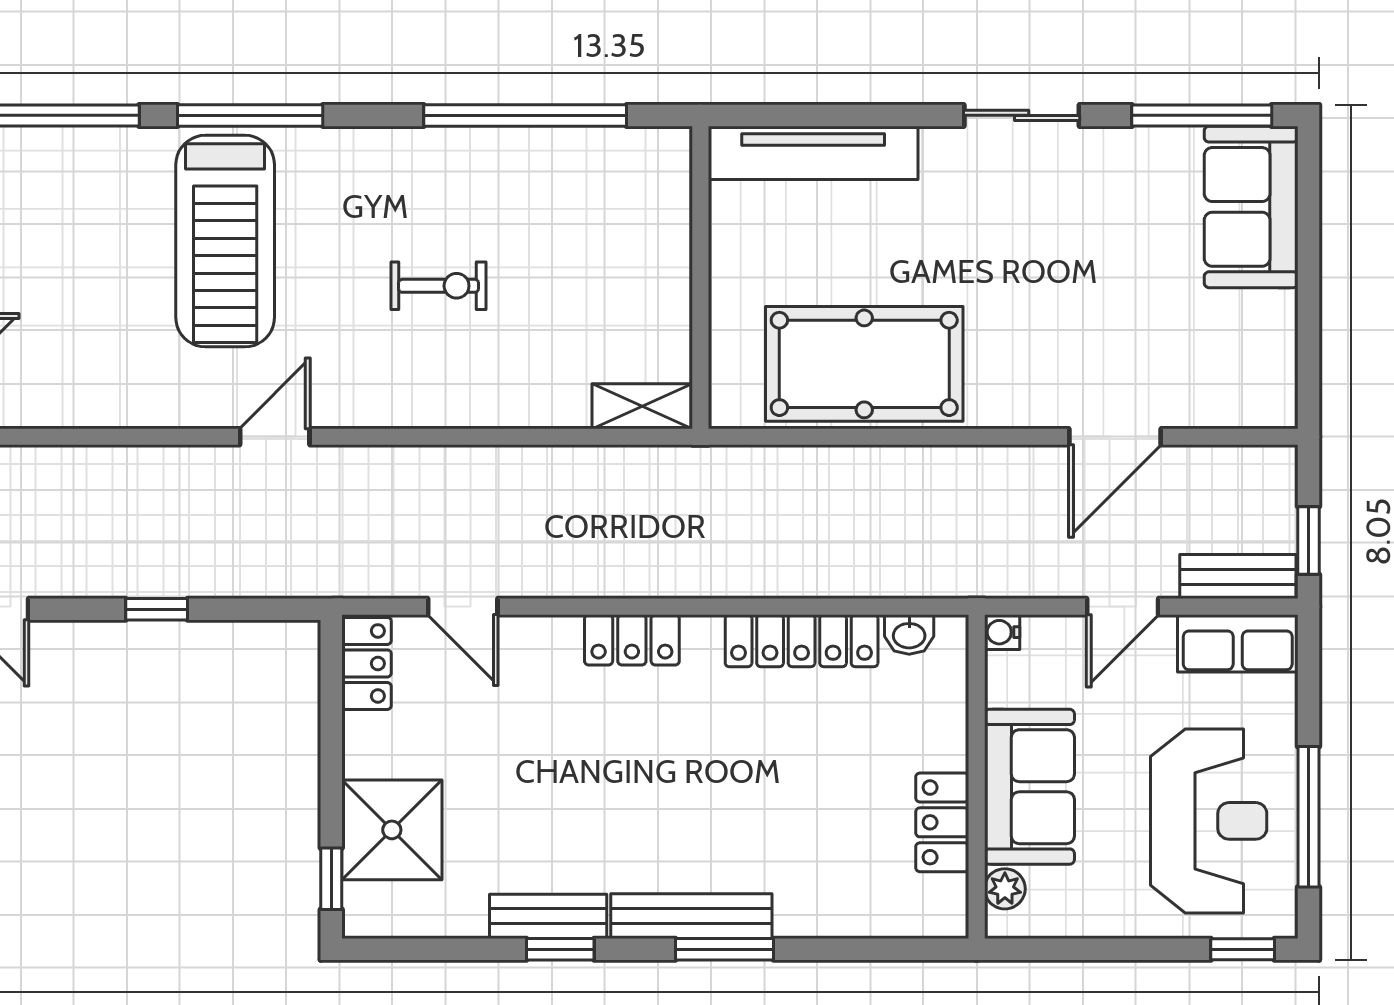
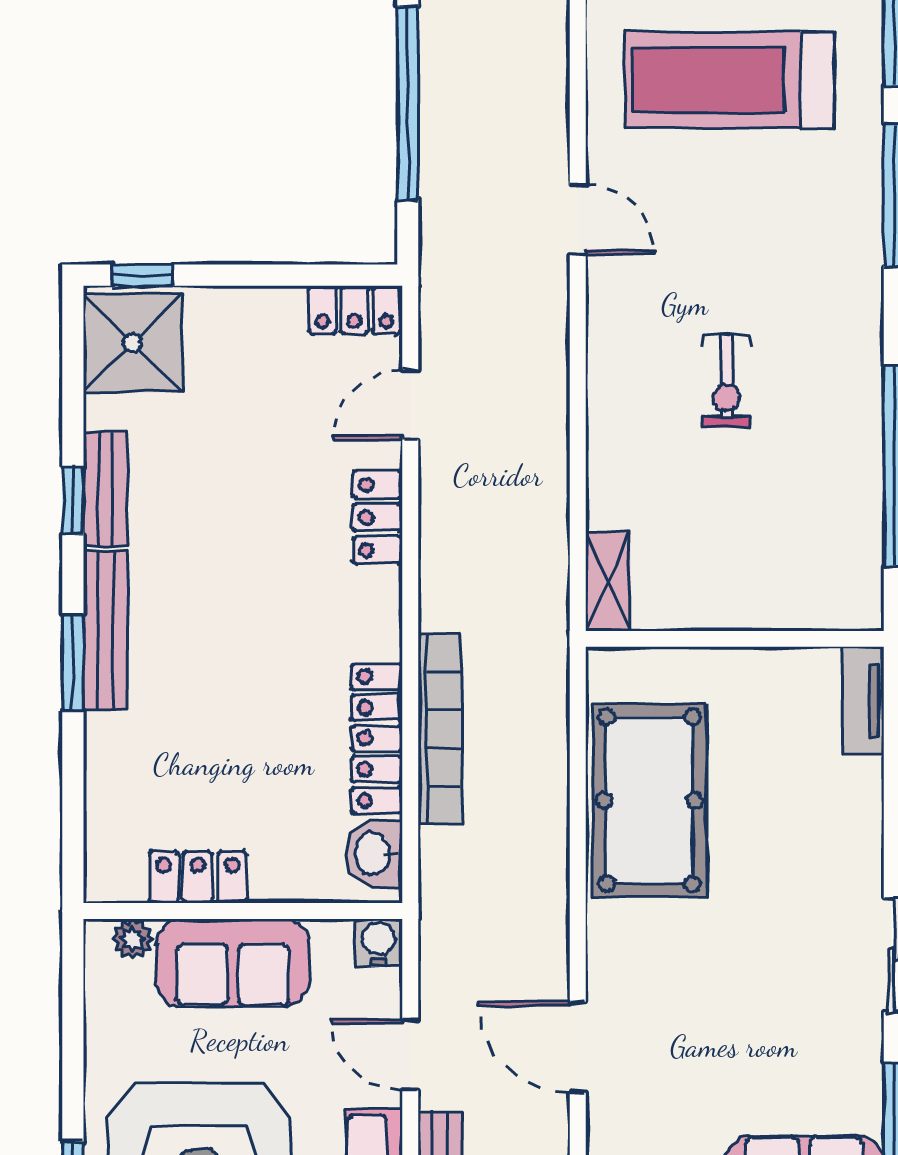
tv unit: (813, 153) -> (863, 701), width x0.52, depth x0.78
treadmill: (225, 241) -> (729, 80), moved
bookcase: (792, 577) -> (440, 729), added
window: (157, 609) -> (408, 103), width x3.17
water cooler: (1002, 632) -> (379, 943), width x1.38, depth x1.38
washbasin: (909, 635) -> (374, 854), width x1.38, depth x1.45
locker: (632, 640) -> (378, 517), moved
shower: (392, 830) -> (133, 343), moved

